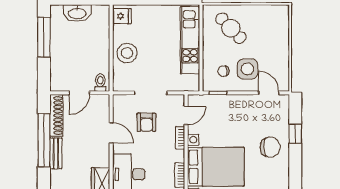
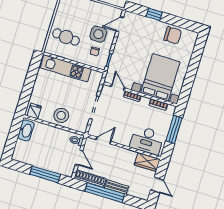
washbasin: (77, 13) -> (26, 130), moved
cafe table: (231, 28) -> (66, 37), turned 49
window: (44, 37) -> (45, 174), moved
armchair: (146, 122) -> (114, 117), removed
door: (111, 133) -> (103, 140), moved
chair: (270, 147) -> (173, 35), moved, turned 90

